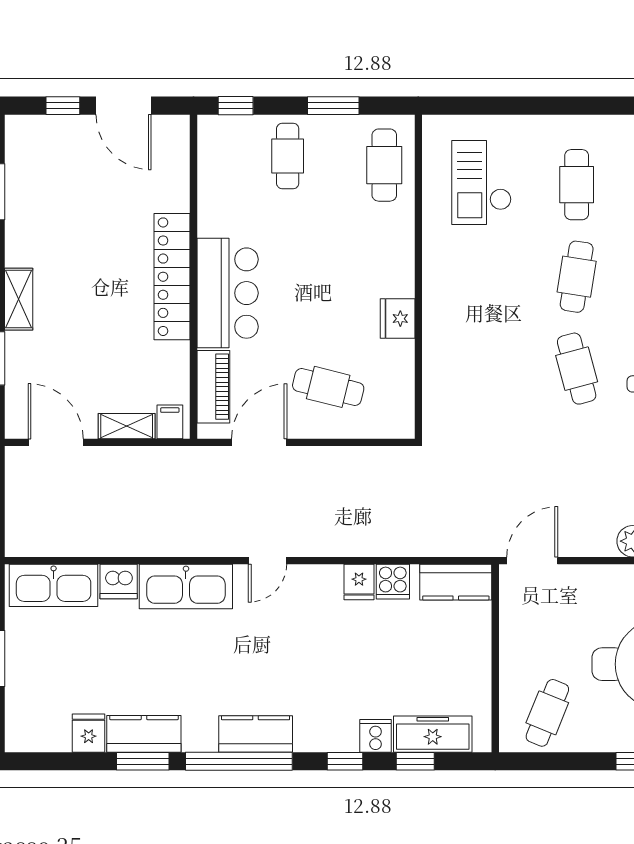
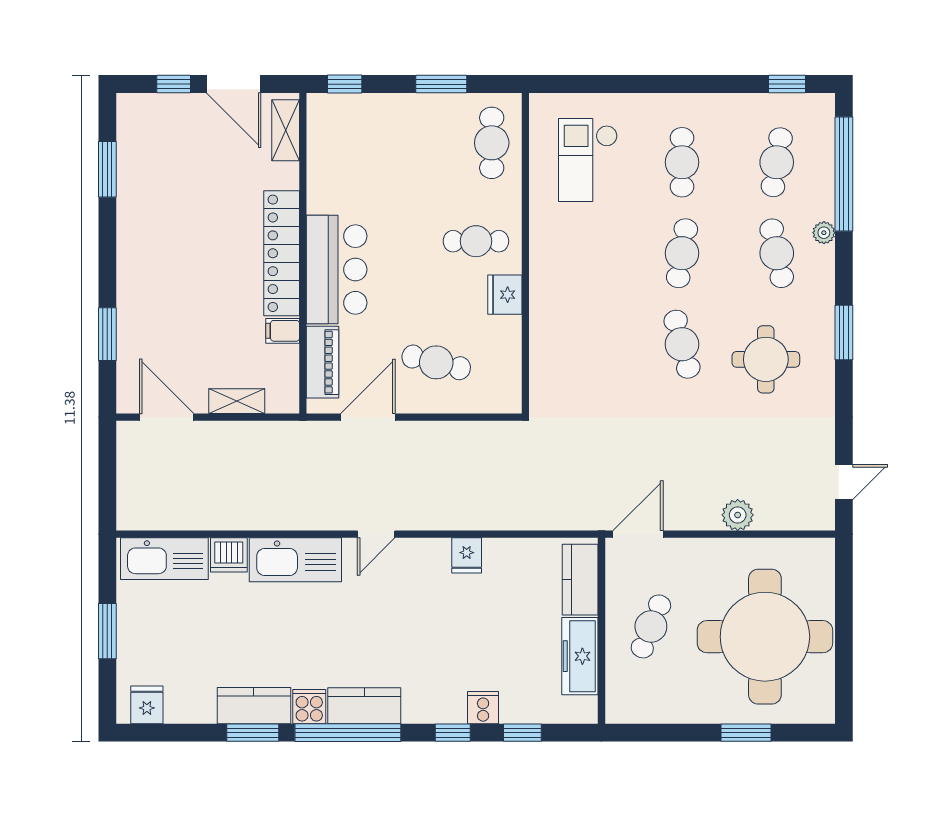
cafe table: (288, 156) -> (476, 241), moved, turned 90
shelving: (19, 299) -> (286, 130), moved
filing cabinet: (170, 422) -> (283, 331), moved, turned -90
cooker: (393, 582) -> (309, 707), moved, turned 180
kitchen counter: (456, 582) -> (580, 580), moved, turned 90
cafe table: (547, 713) -> (651, 626), moved
fridge: (89, 733) -> (147, 705), moved
freezer: (433, 734) -> (580, 656), moved, turned -90

